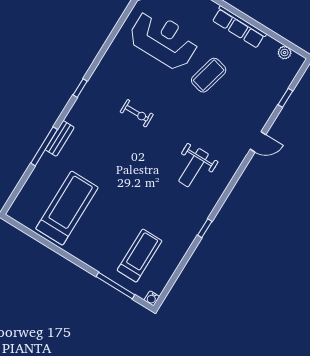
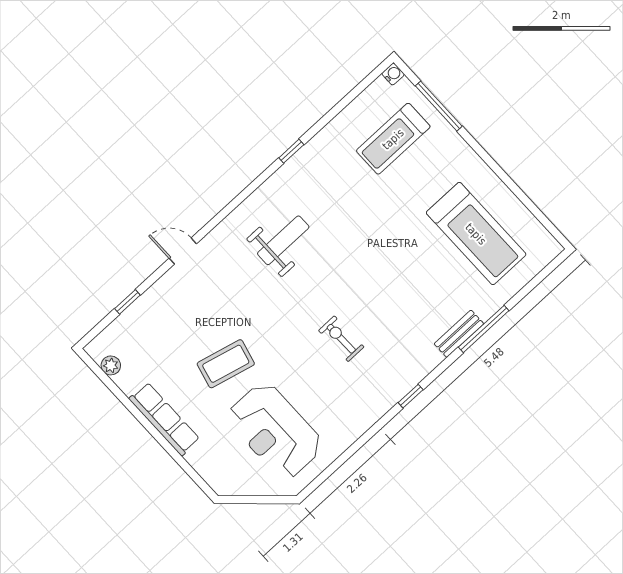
treadmill: (67, 208) -> (476, 234), turned -90

